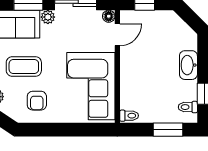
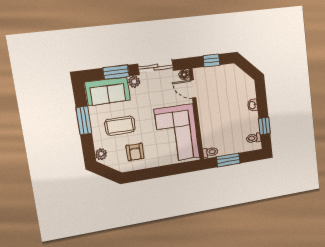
door: (117, 35) -> (193, 89), swing flipped
washbasin: (188, 65) -> (253, 105), width x0.52, depth x0.69
window: (168, 130) -> (228, 160), moved

